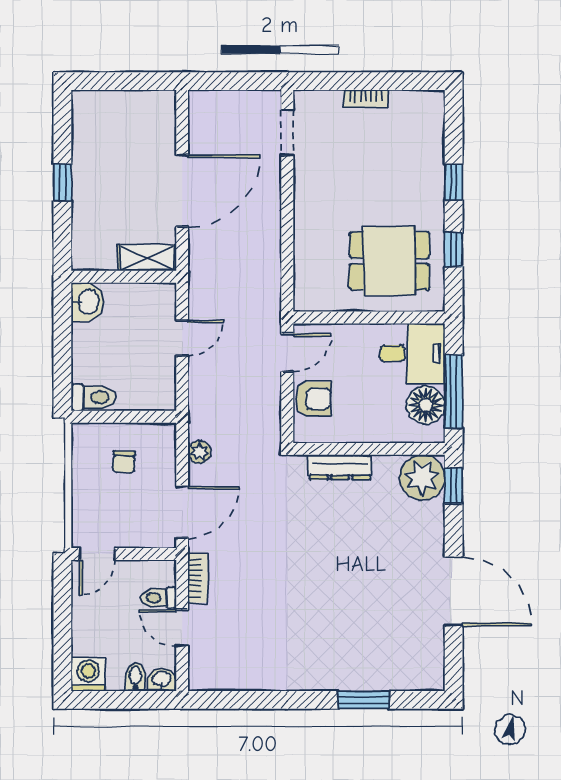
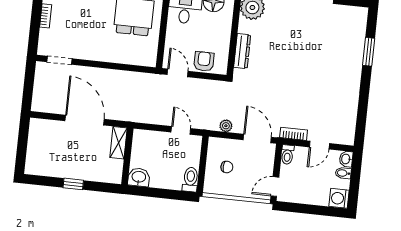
door: (182, 338) -> (181, 130), moved
door: (97, 554) -> (275, 187), swing flipped
toilet: (158, 598) -> (287, 155), moved

